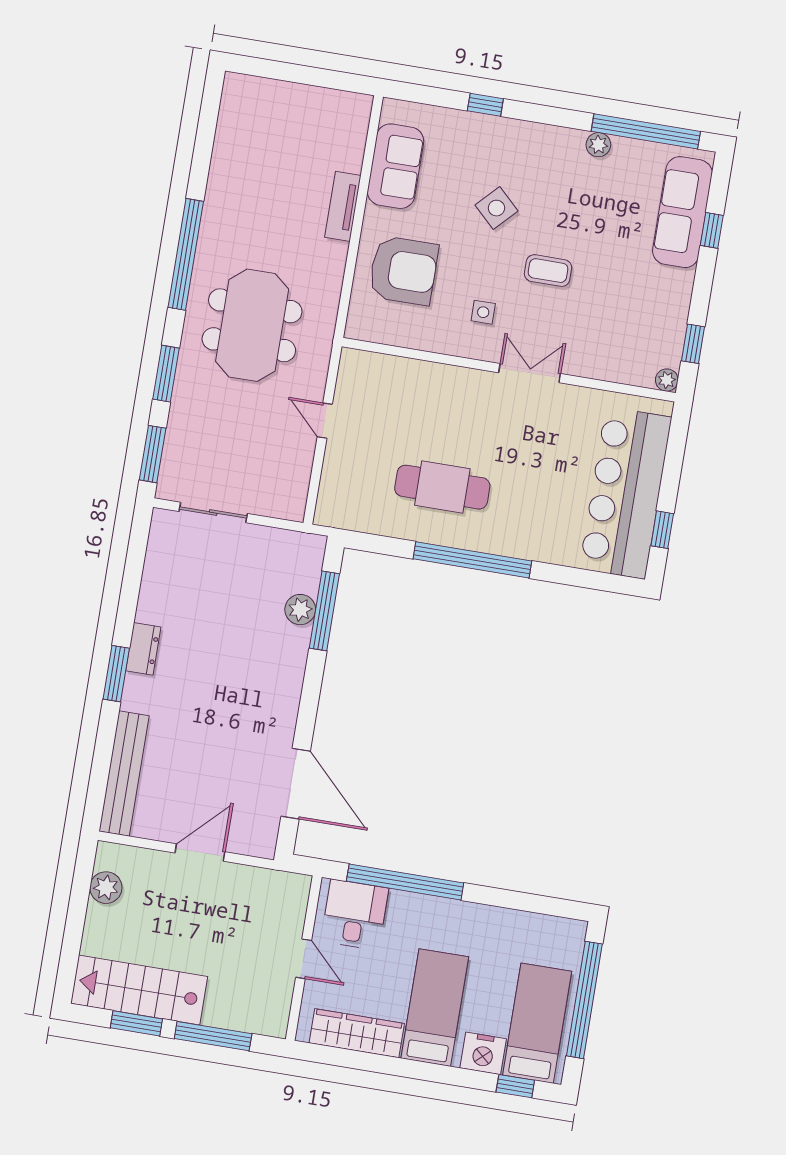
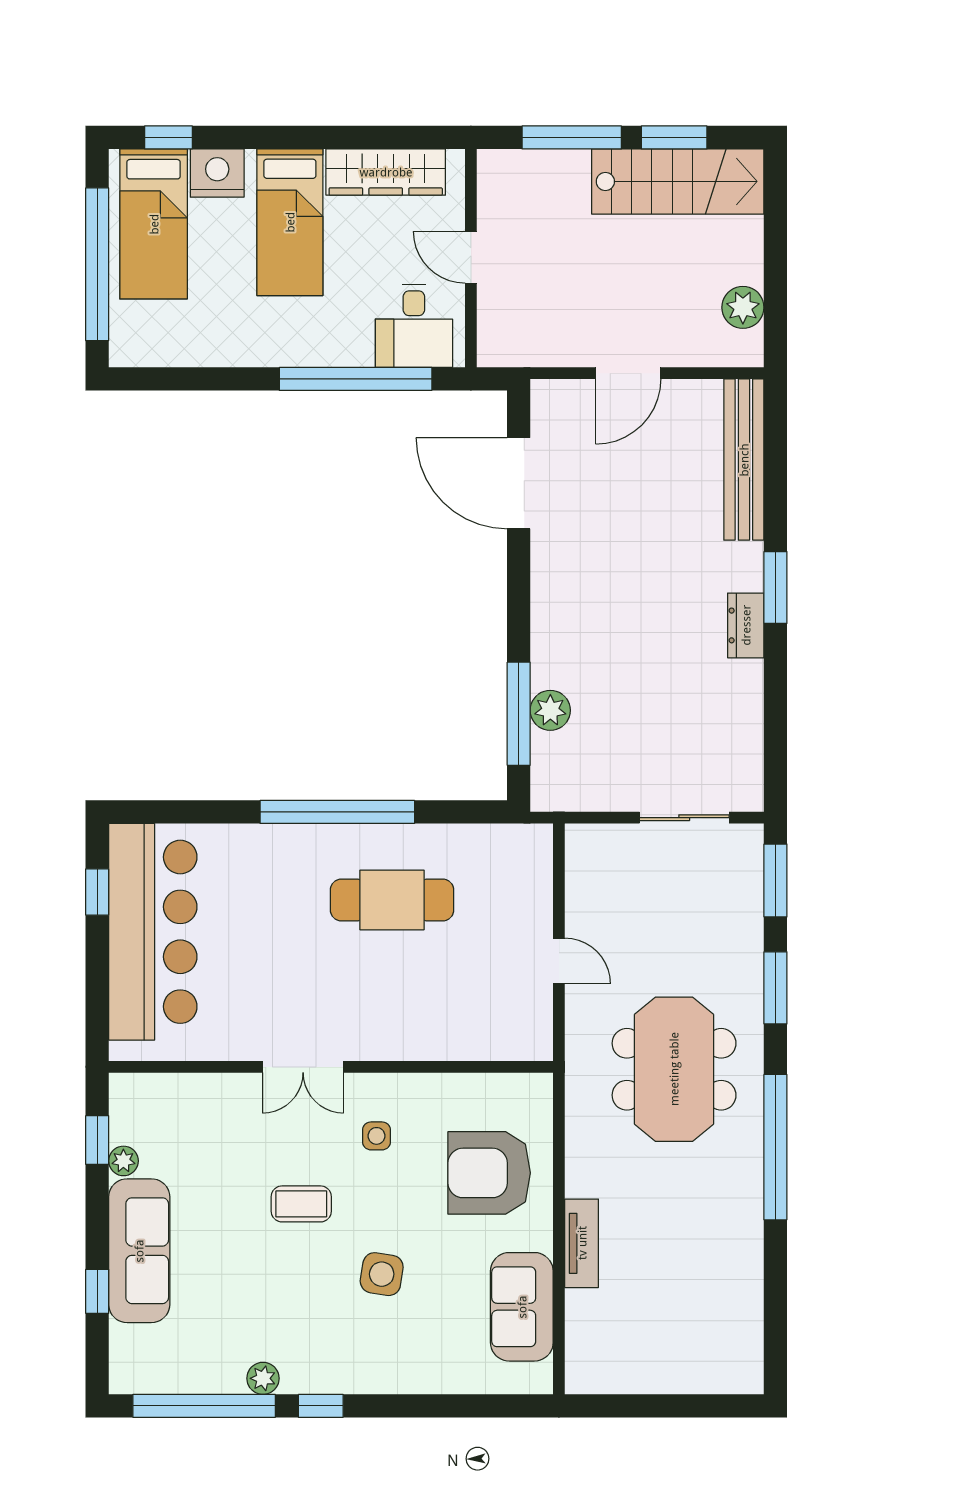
window: (485, 105) -> (321, 1406), moved
side table: (496, 208) -> (382, 1274), turned -35
sofa: (682, 212) -> (139, 1251), moved
plant: (667, 380) -> (123, 1161), moved

